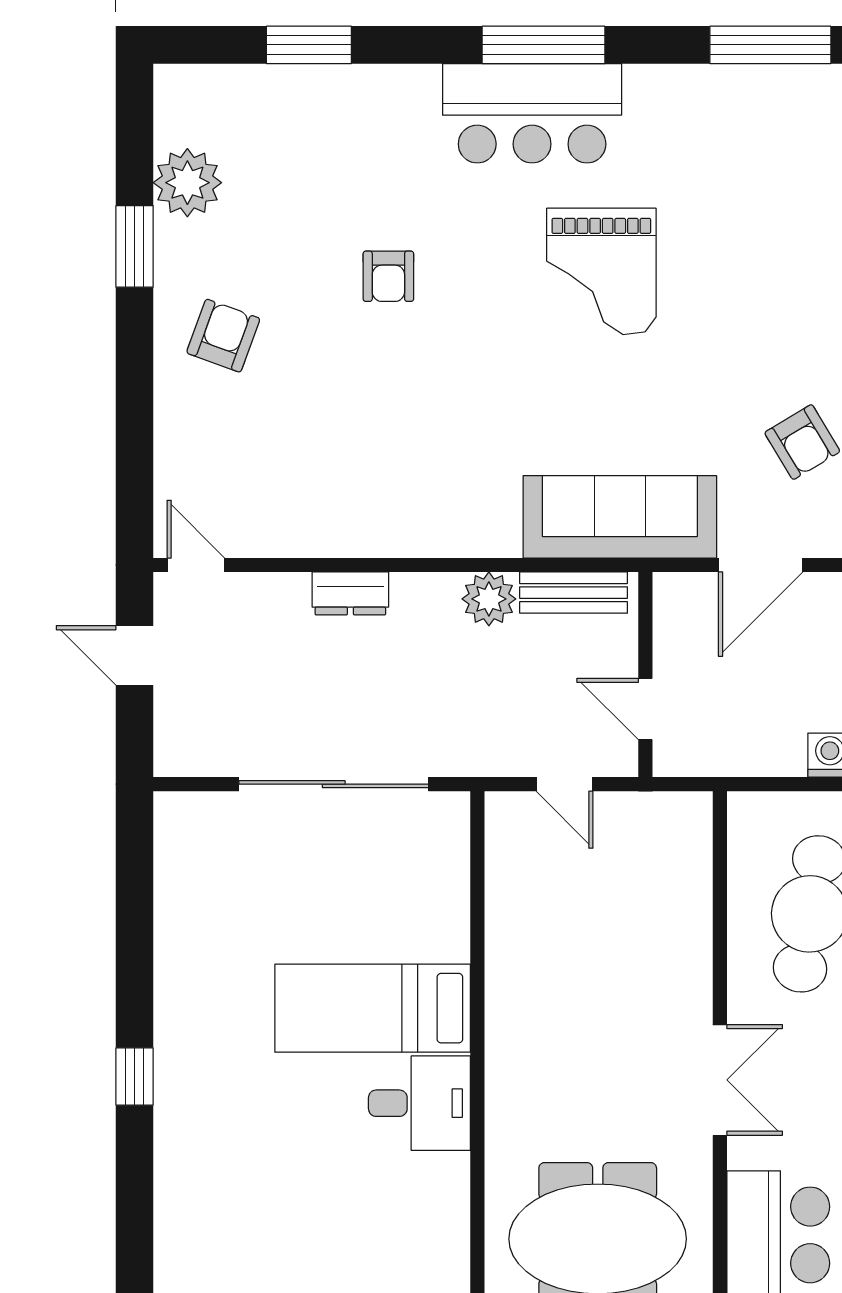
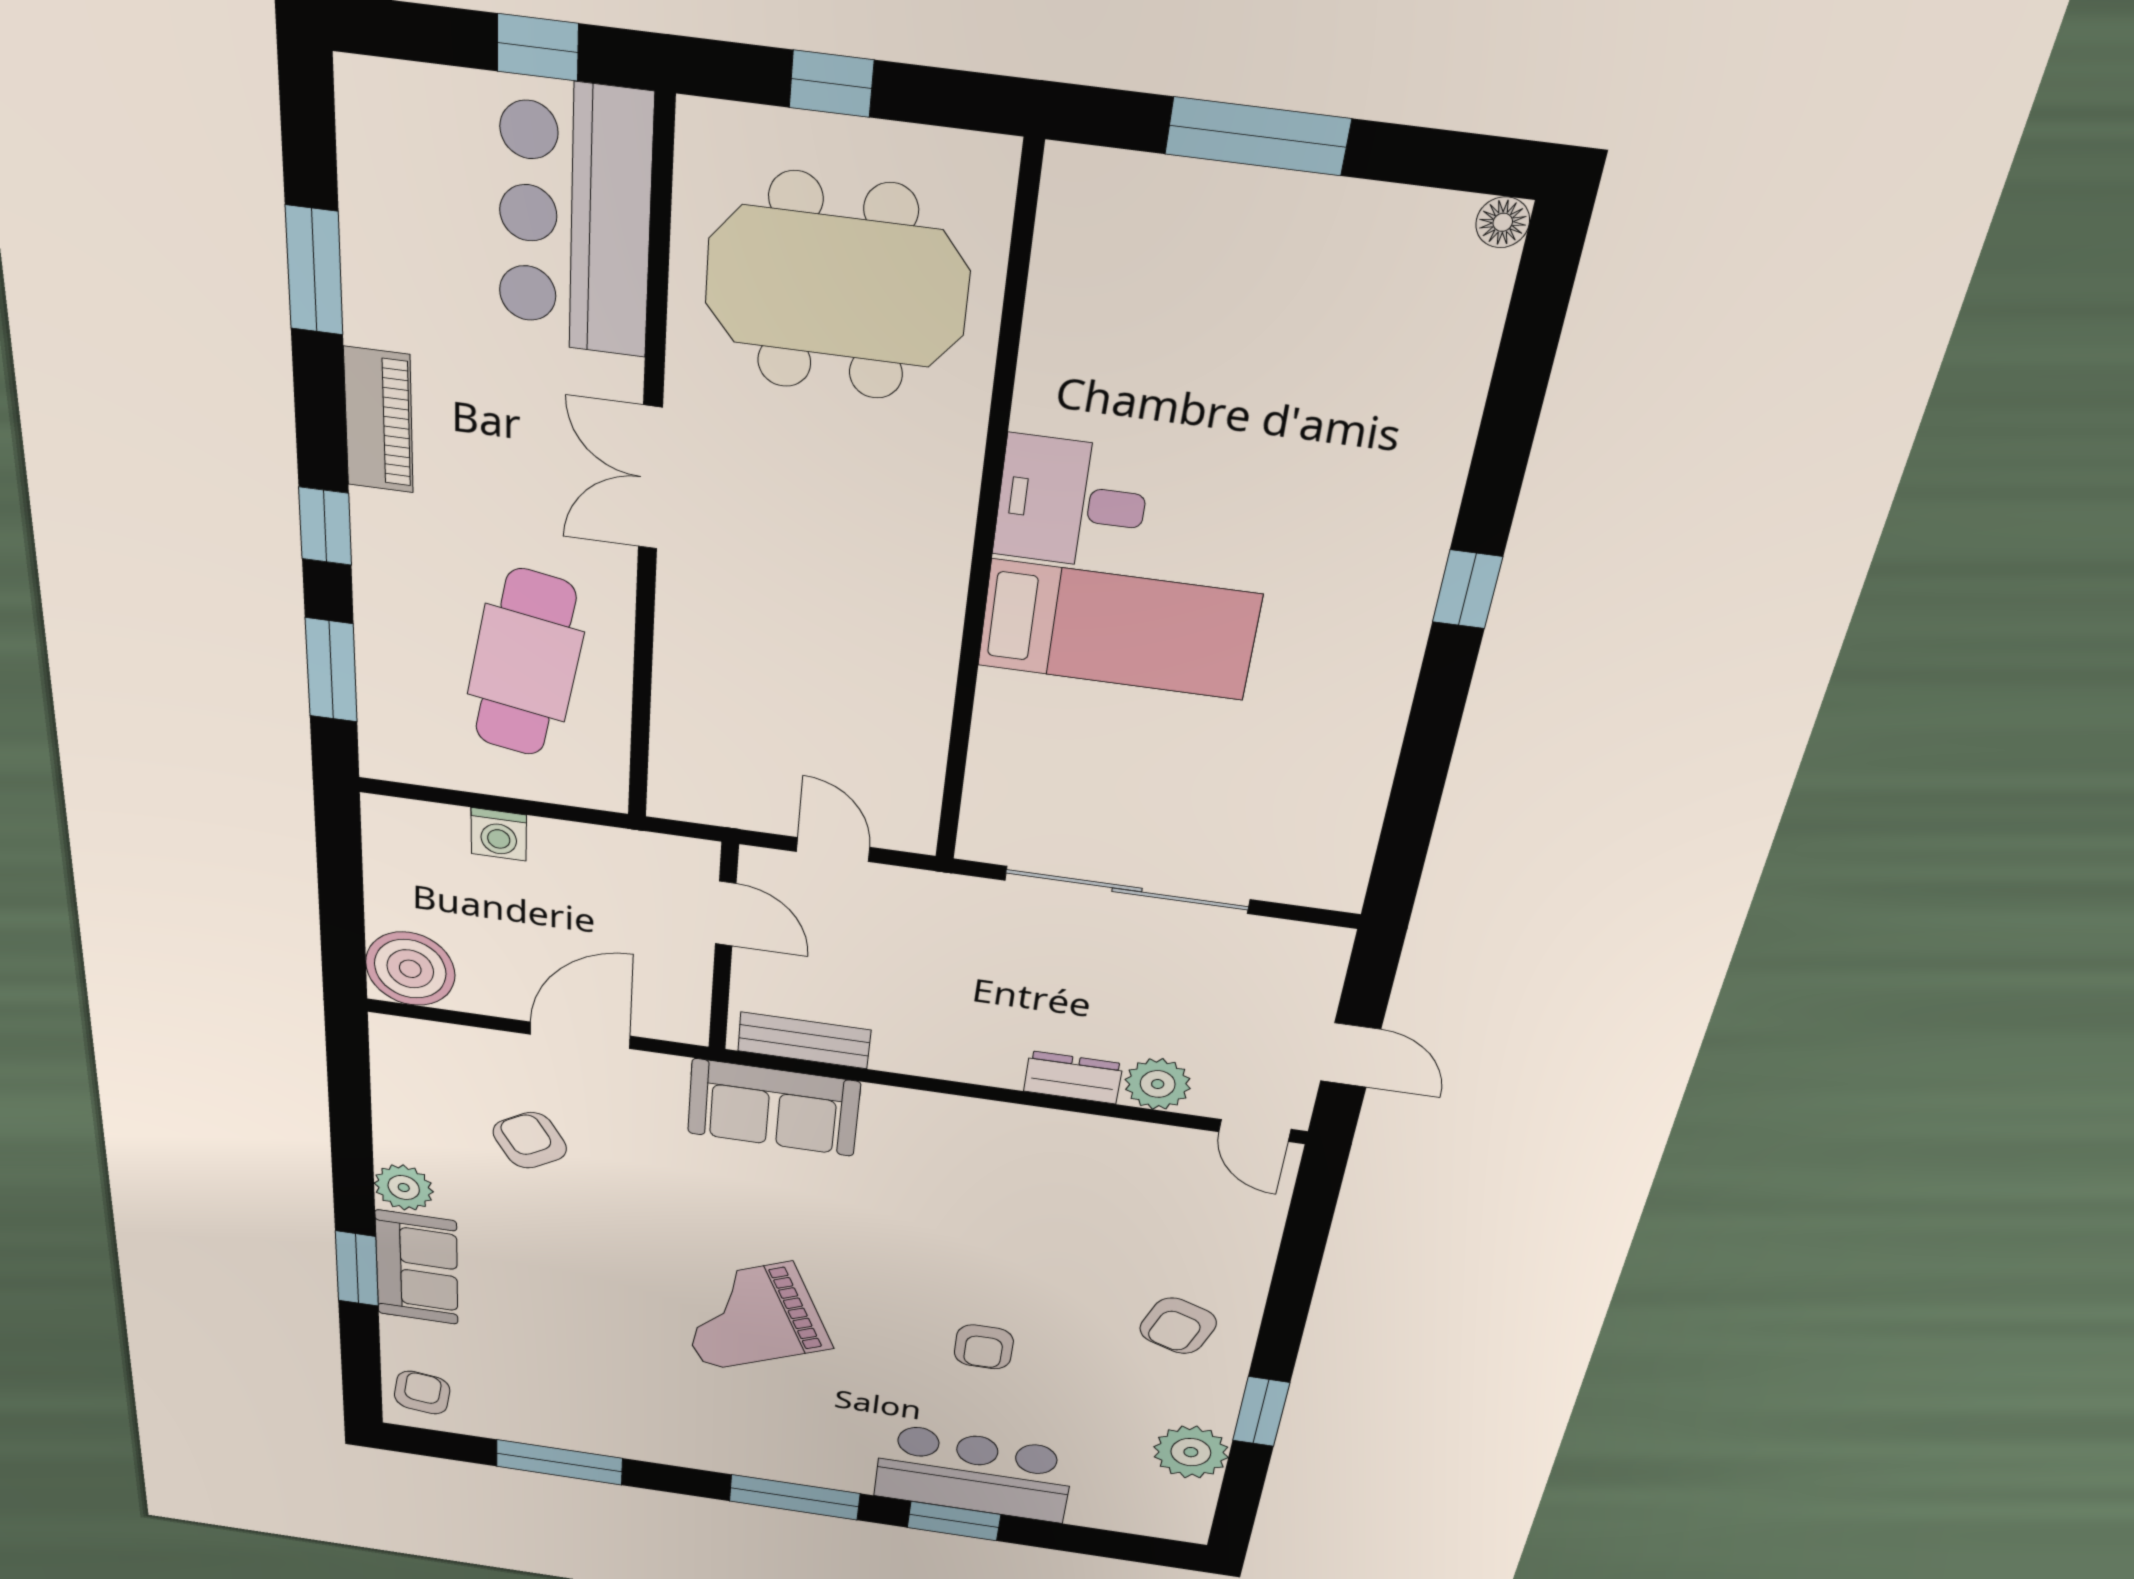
window: (309, 45) -> (954, 1521), moved
bar counter: (532, 113) -> (974, 1473), moved
grand piano: (601, 271) -> (748, 1317), turned -114
armchair: (388, 276) -> (984, 1347), turned 180
sofa: (620, 517) -> (773, 1108), width x0.73
plant: (489, 599) -> (1158, 1084), moved

